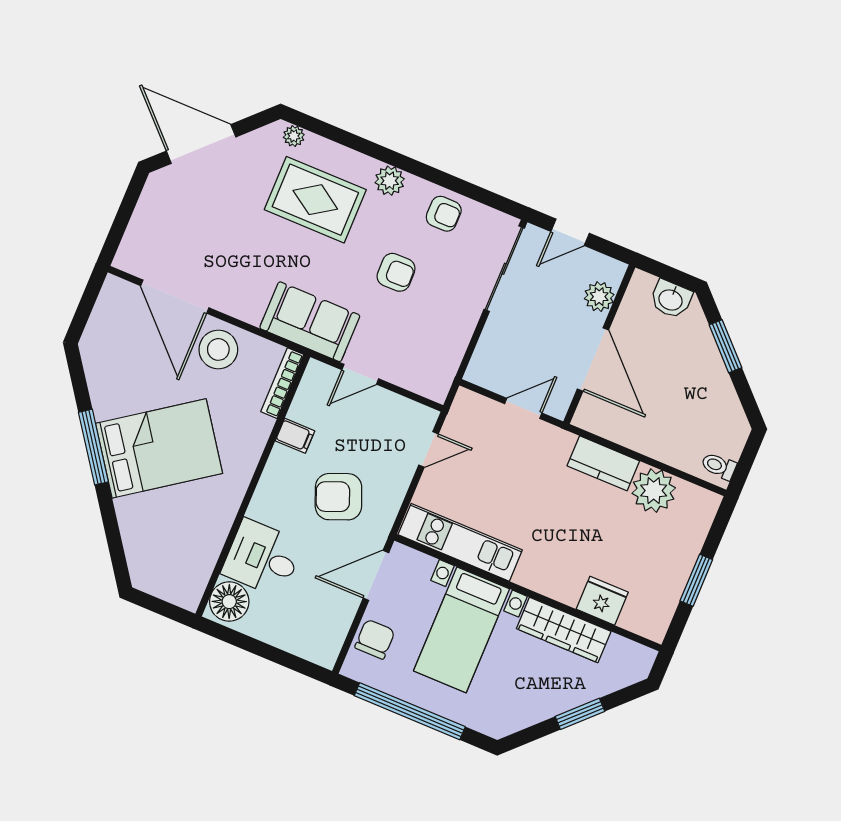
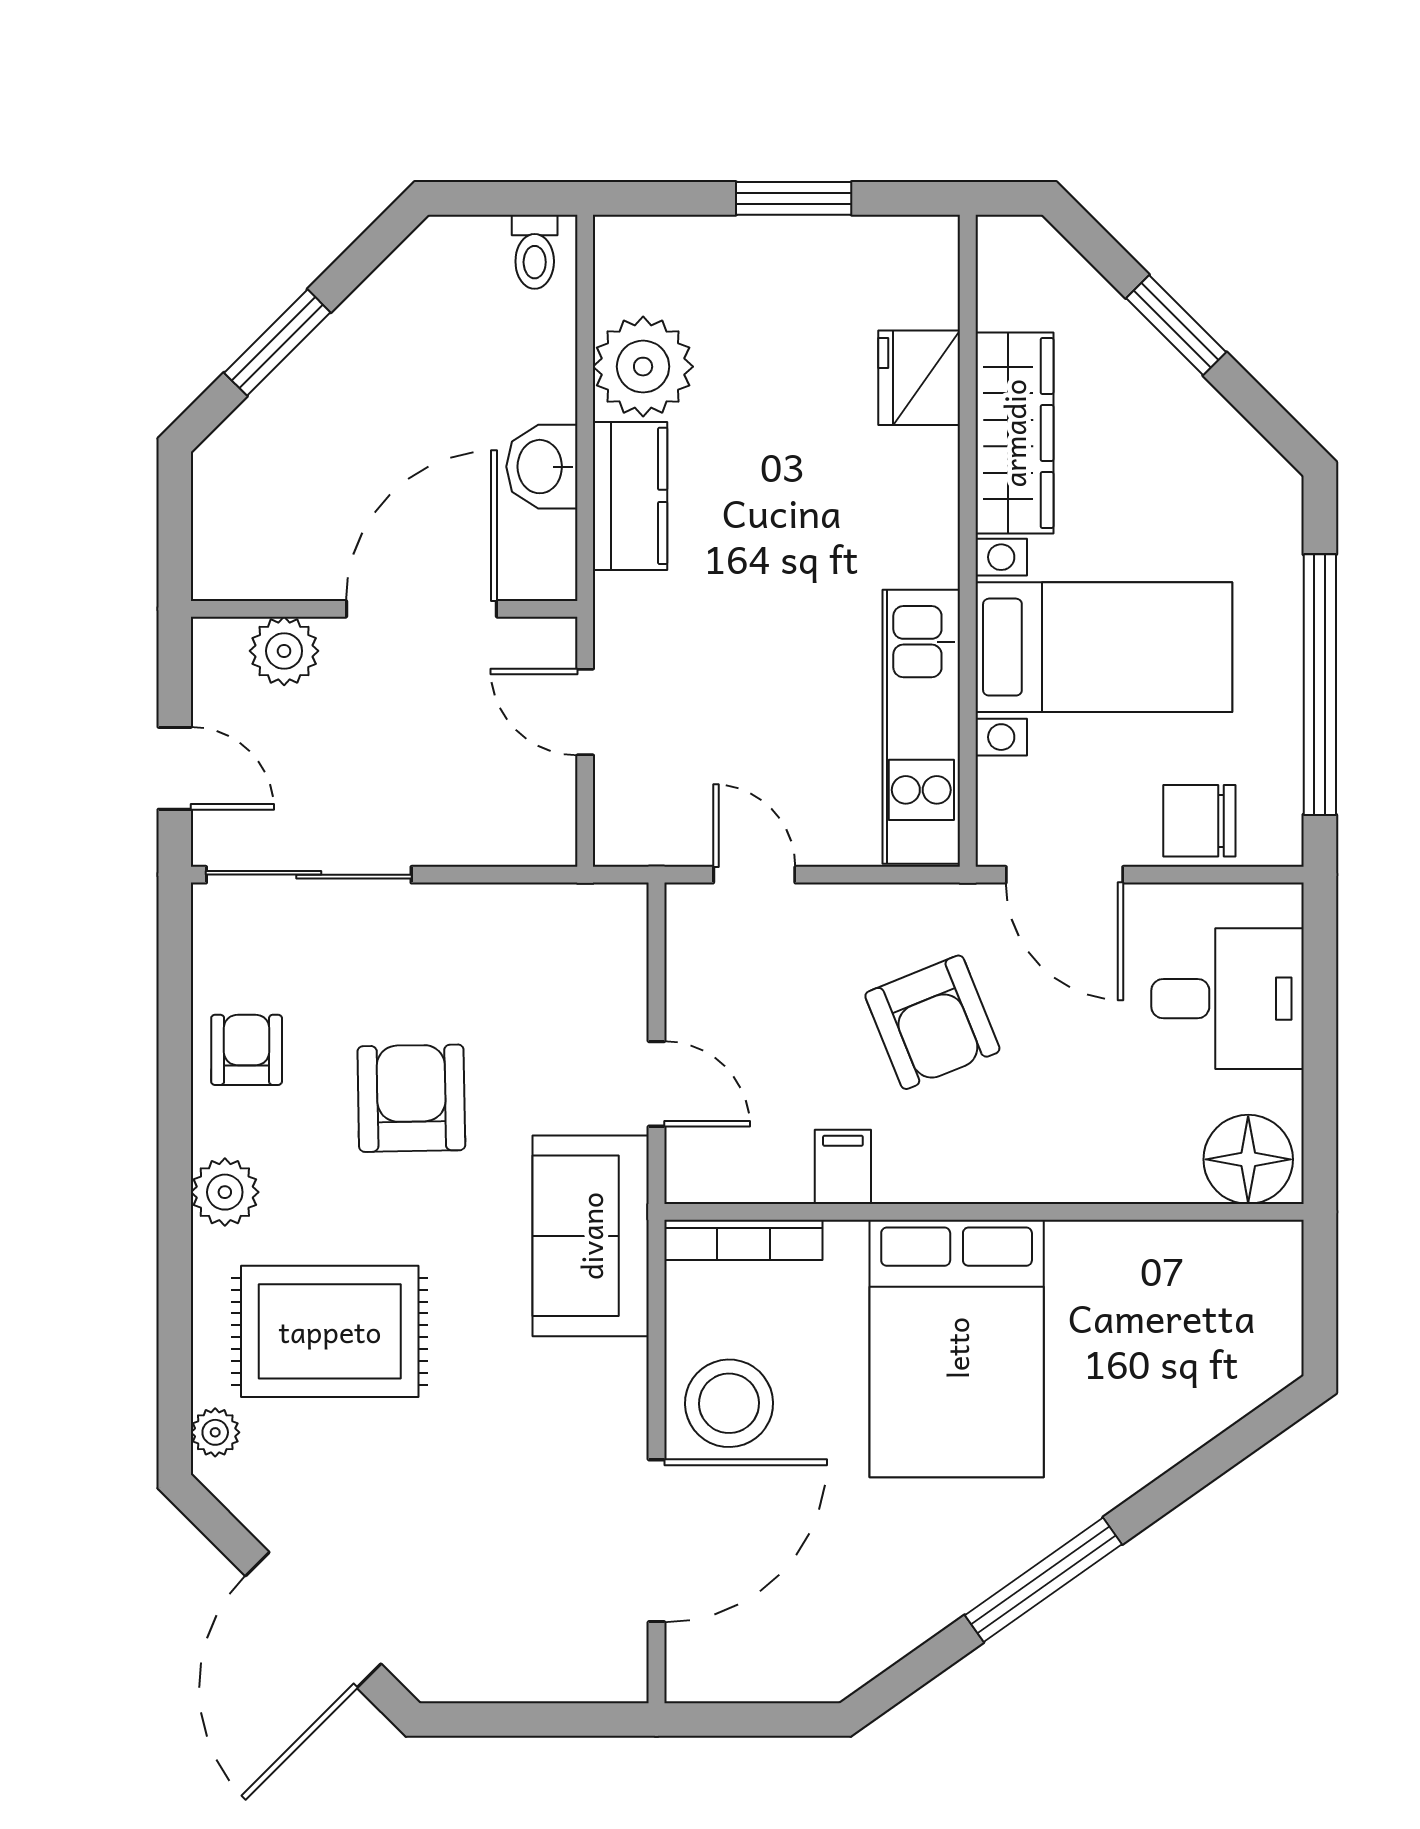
rug: (315, 200) -> (330, 1331), turned 90
armchair: (396, 272) -> (411, 1098), width x1.38, depth x1.38
washbasin: (671, 299) -> (542, 467), moved, turned 180
bed: (159, 448) -> (957, 1348), moved, turned -145
desk: (262, 558) -> (1228, 999), moved, turned -90

